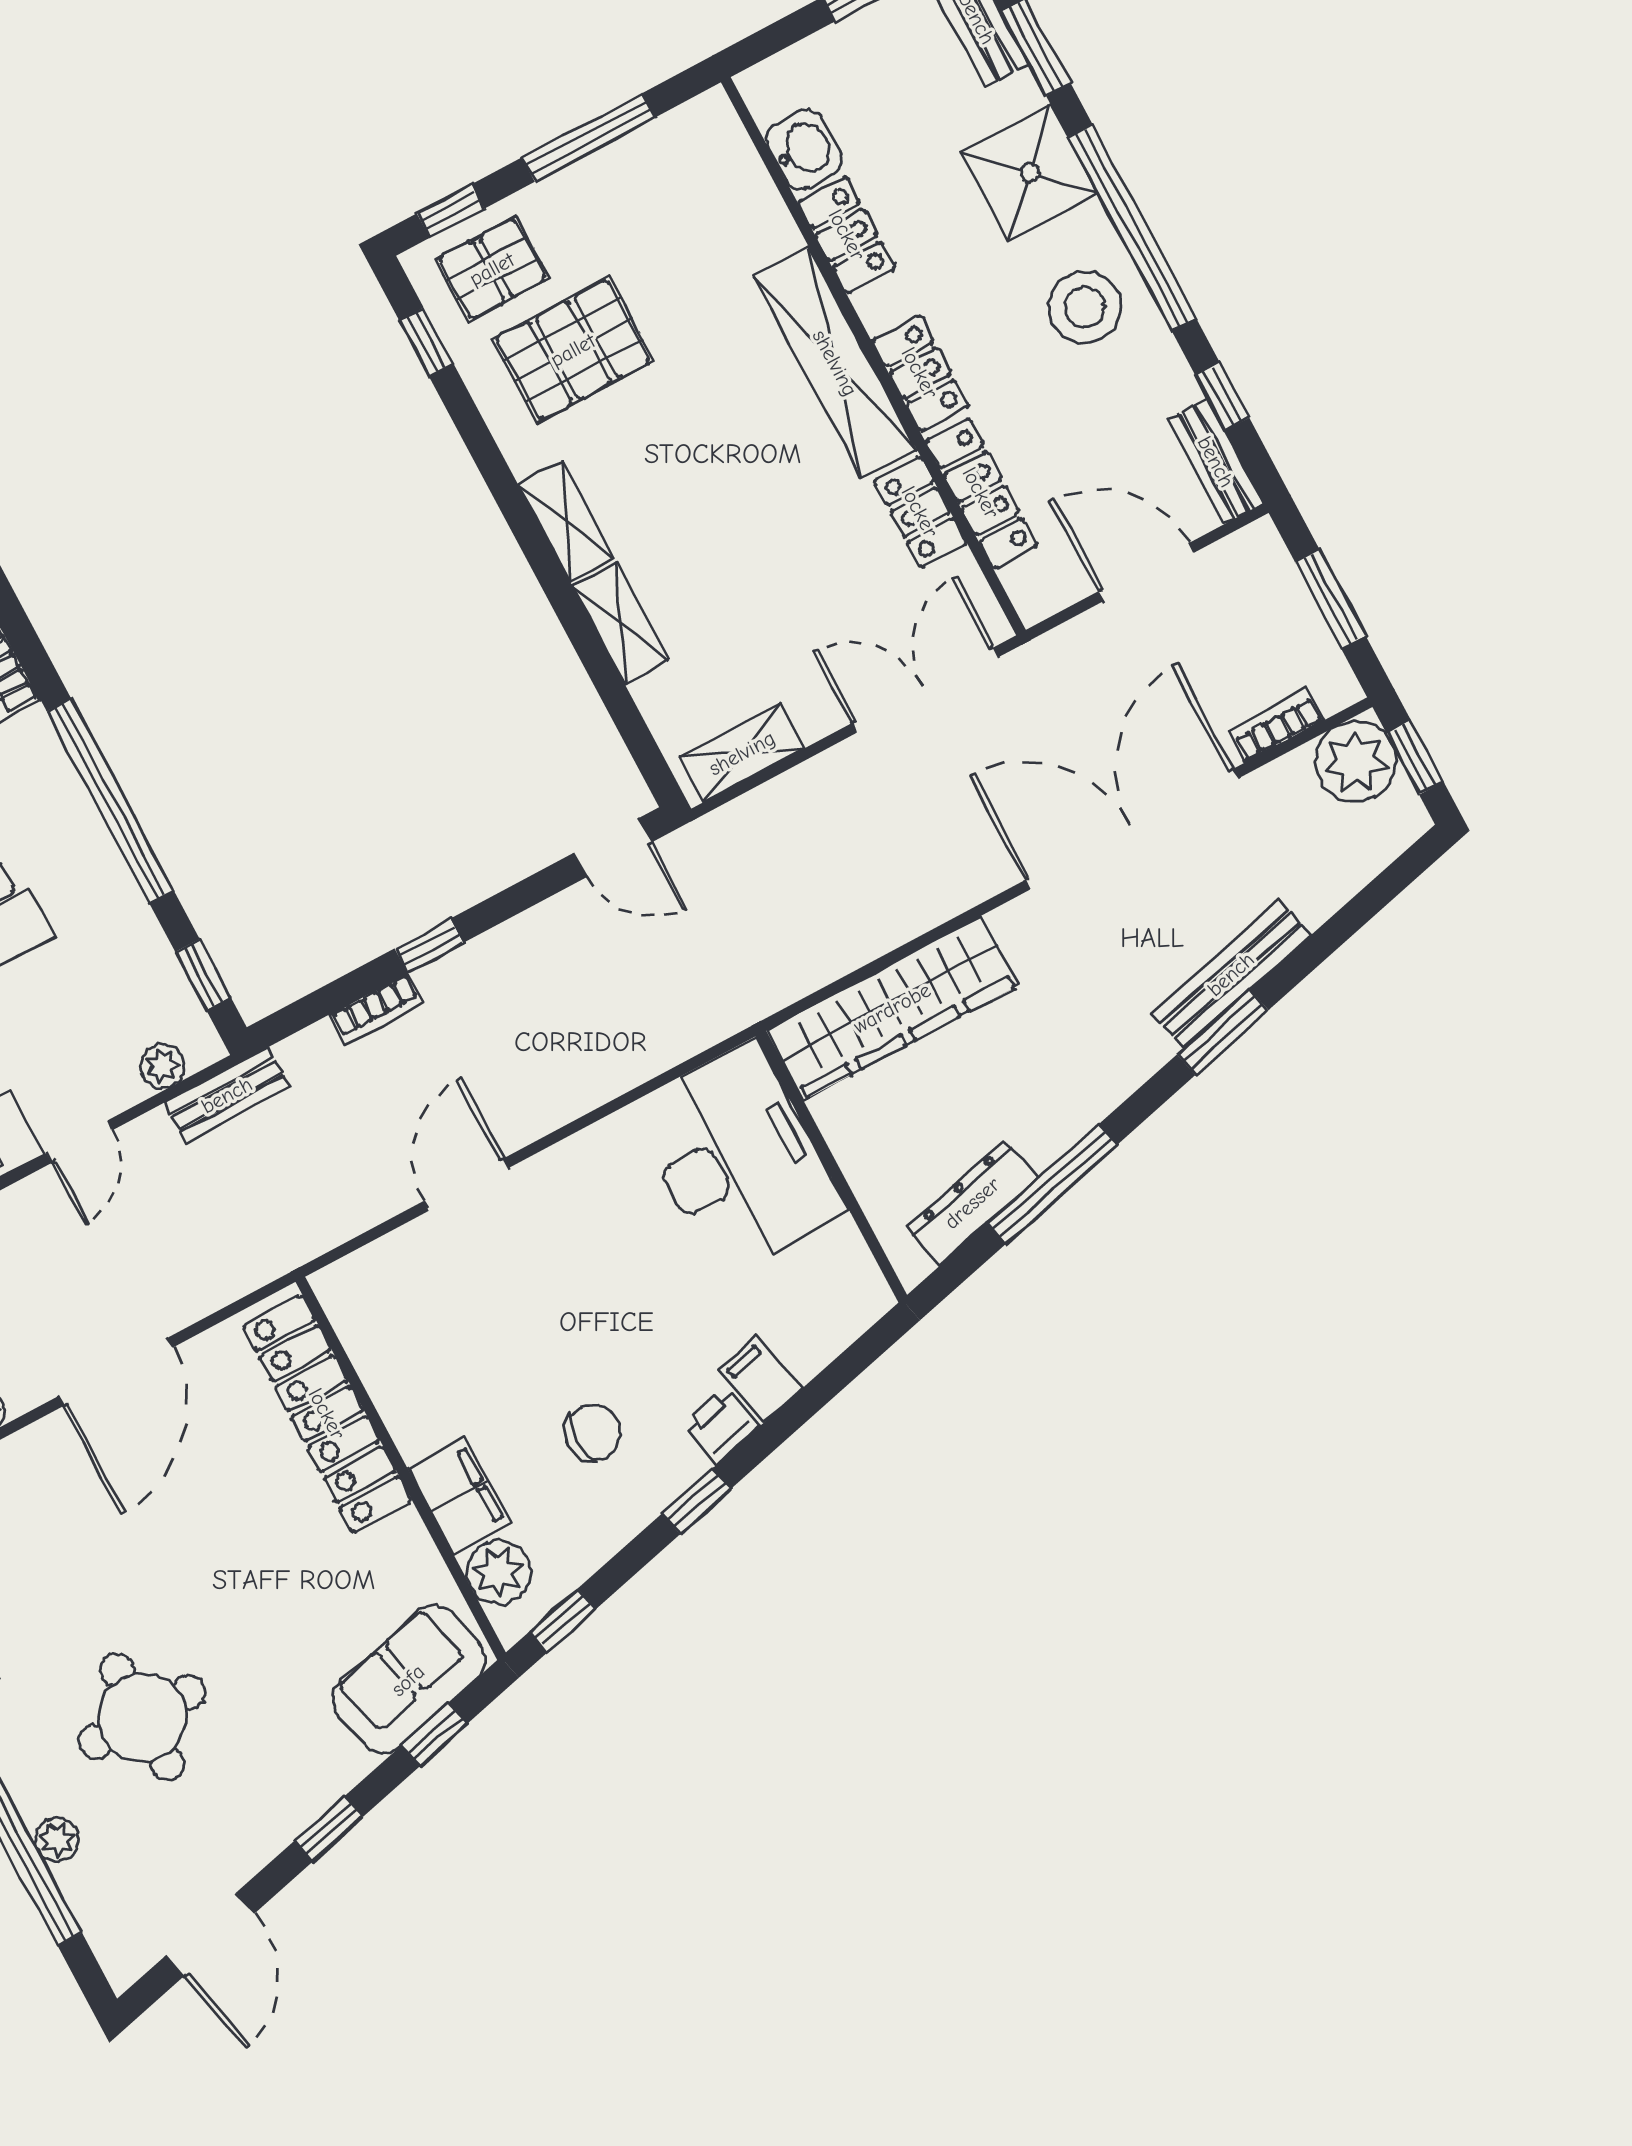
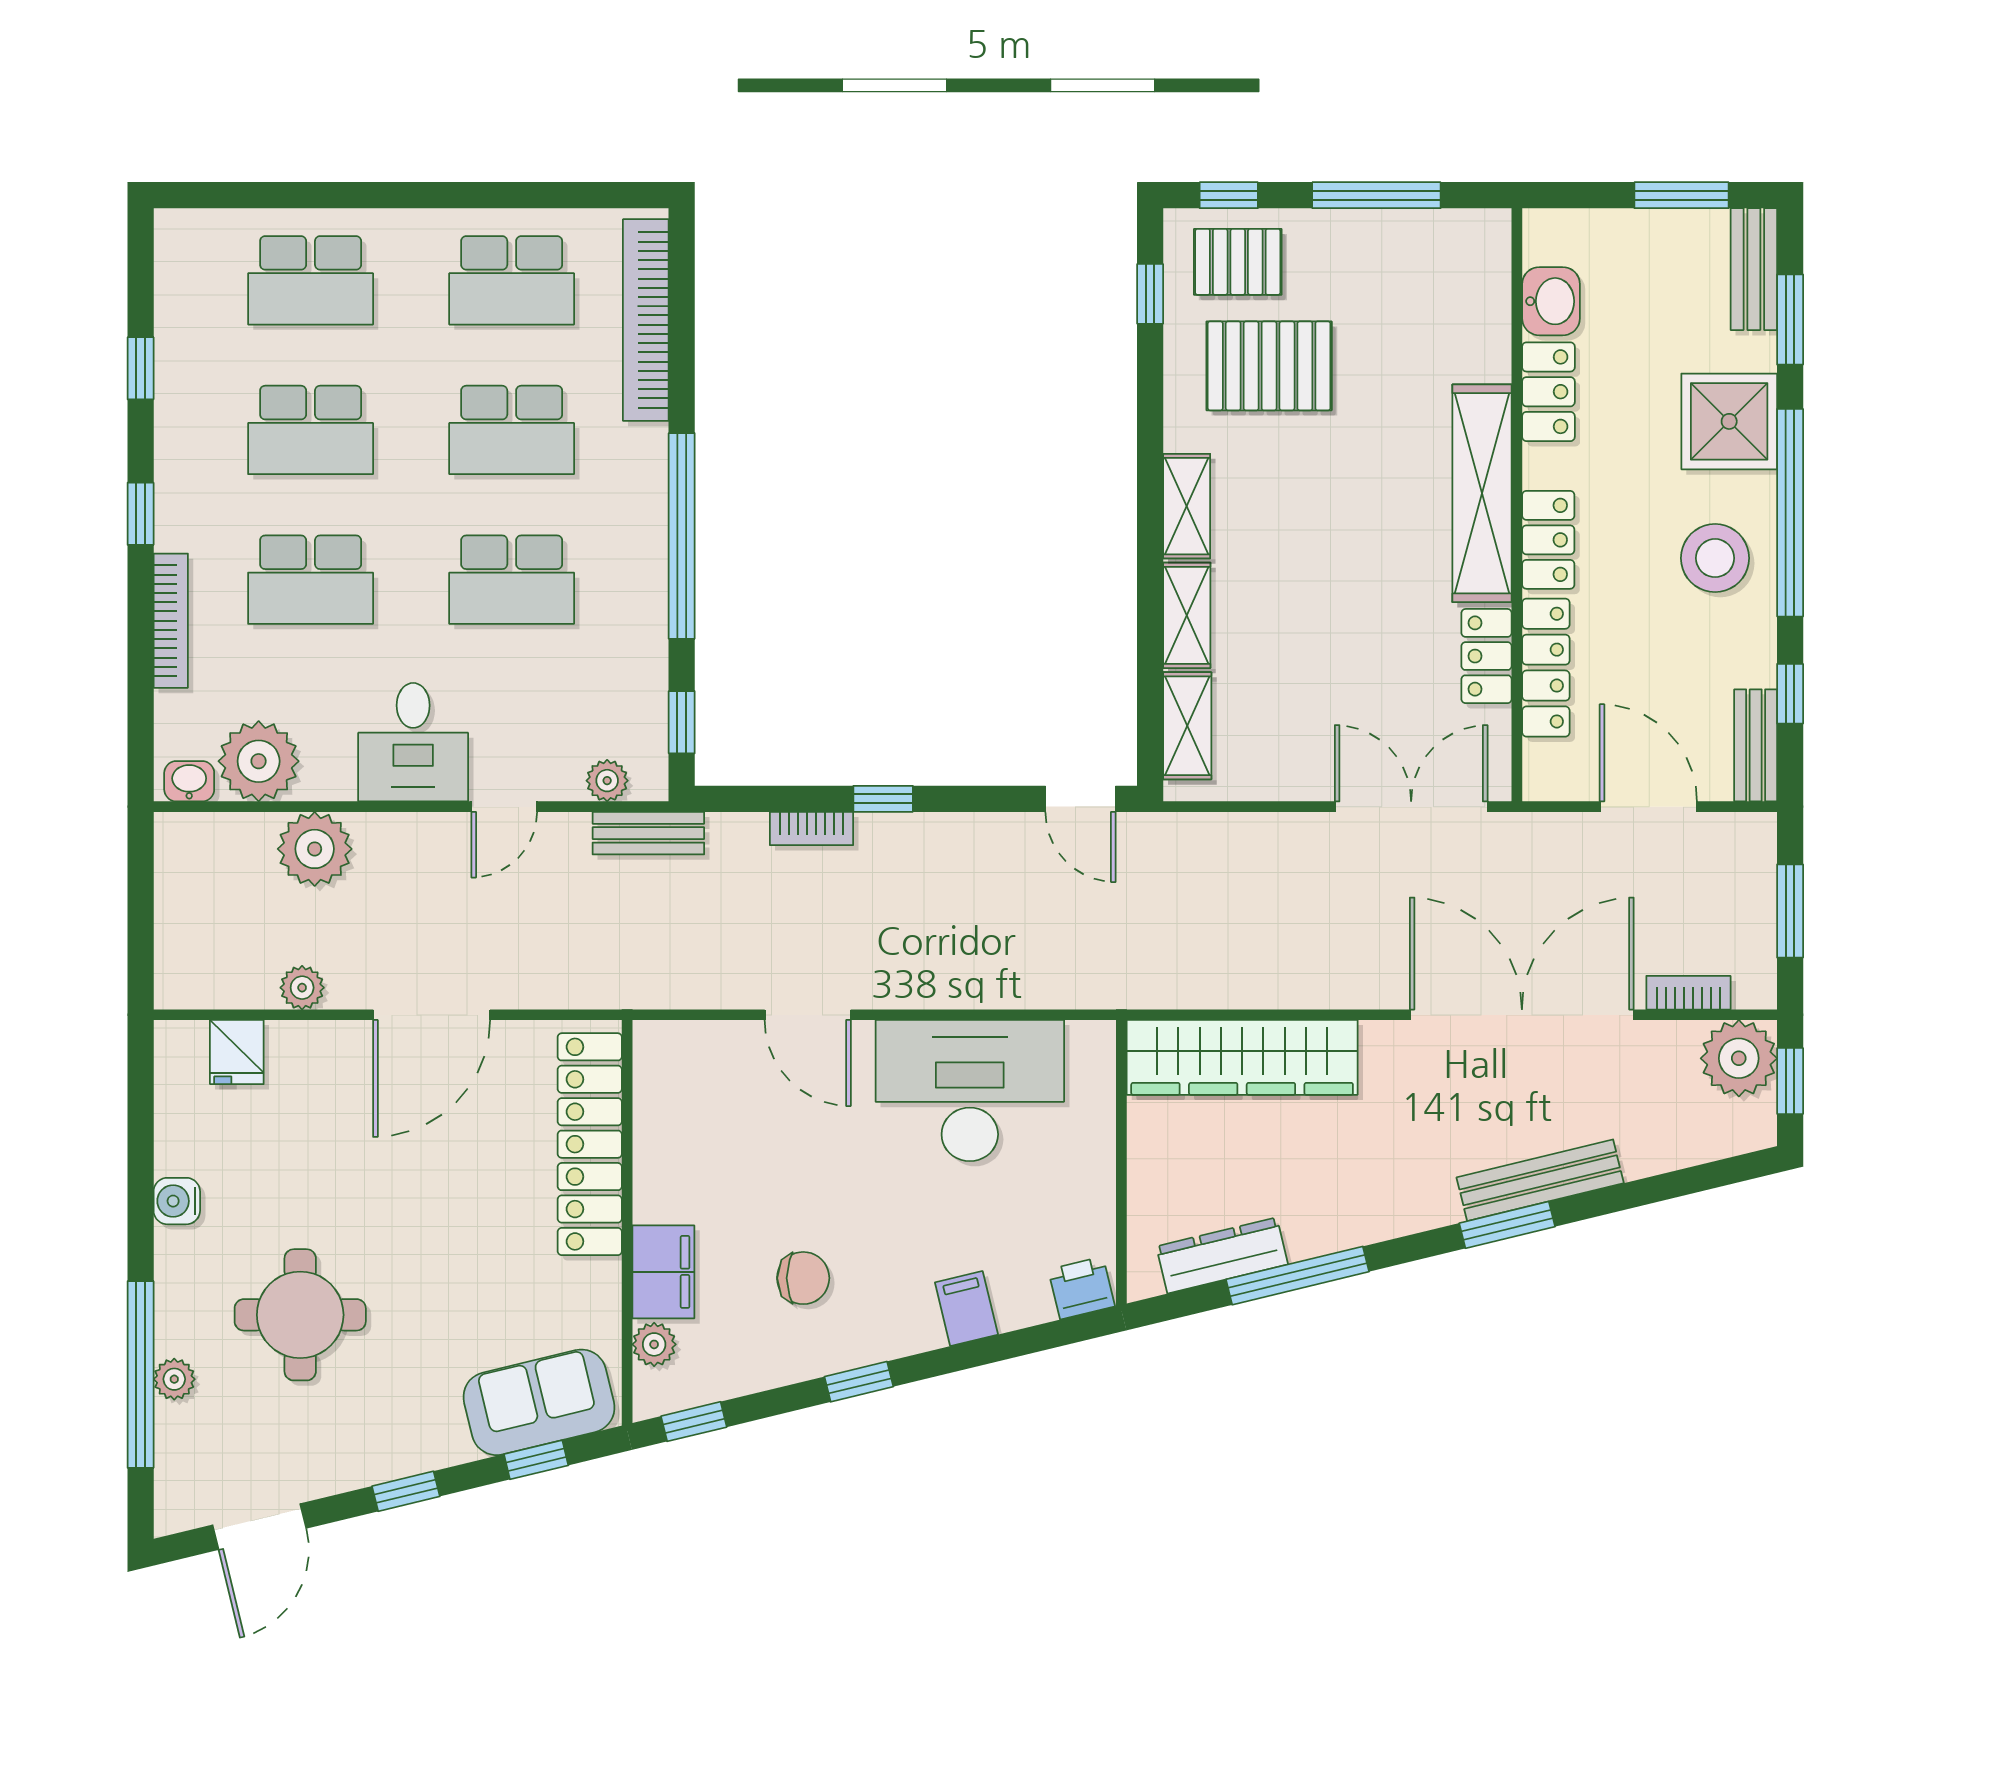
shelving: (742, 753) -> (1187, 726), moved, turned 90
desk: (737, 1159) -> (970, 1091), moved, turned -90
door: (466, 1185) -> (808, 1015), swing flipped
printer: (720, 1425) -> (1082, 1288), moved
plant: (499, 1572) -> (654, 1344), width x0.73, depth x0.73

